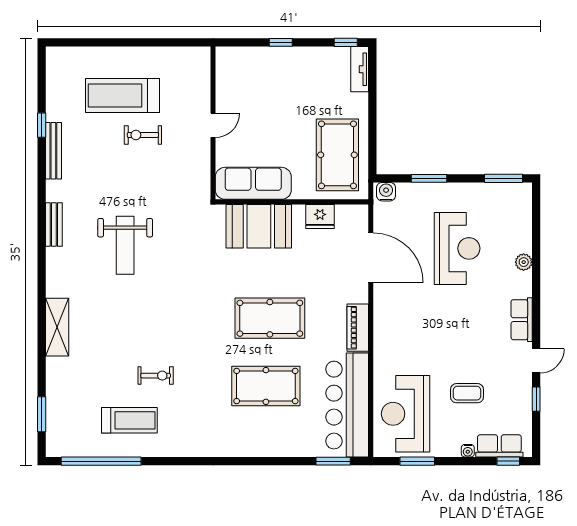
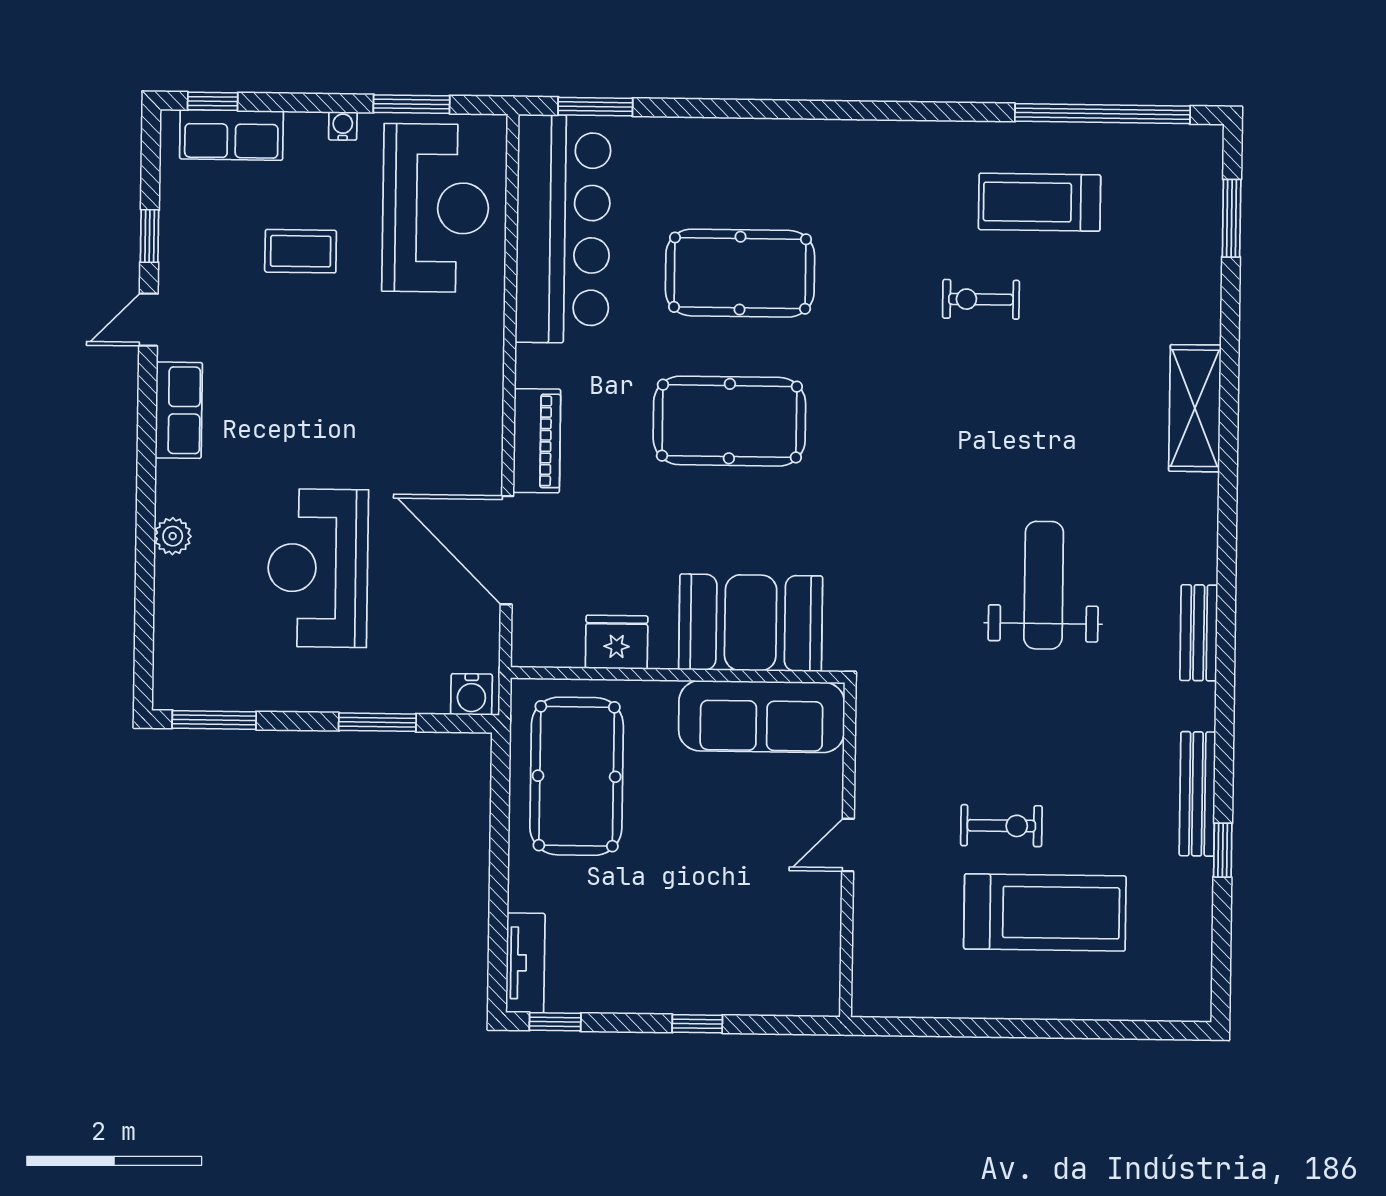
piano: (358, 328) -> (537, 441), moved
water cooler: (468, 451) -> (343, 126), moved

